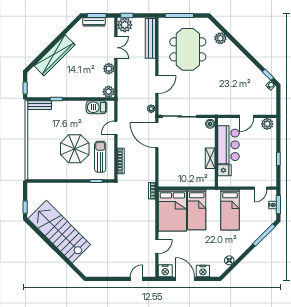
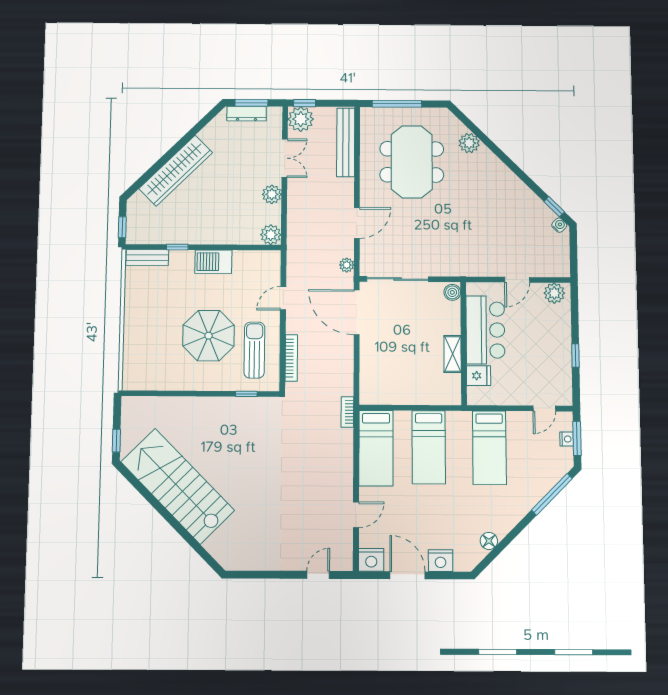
barbecue: (96, 107) -> (213, 262), moved
bed: (172, 210) -> (376, 448), width x0.67

